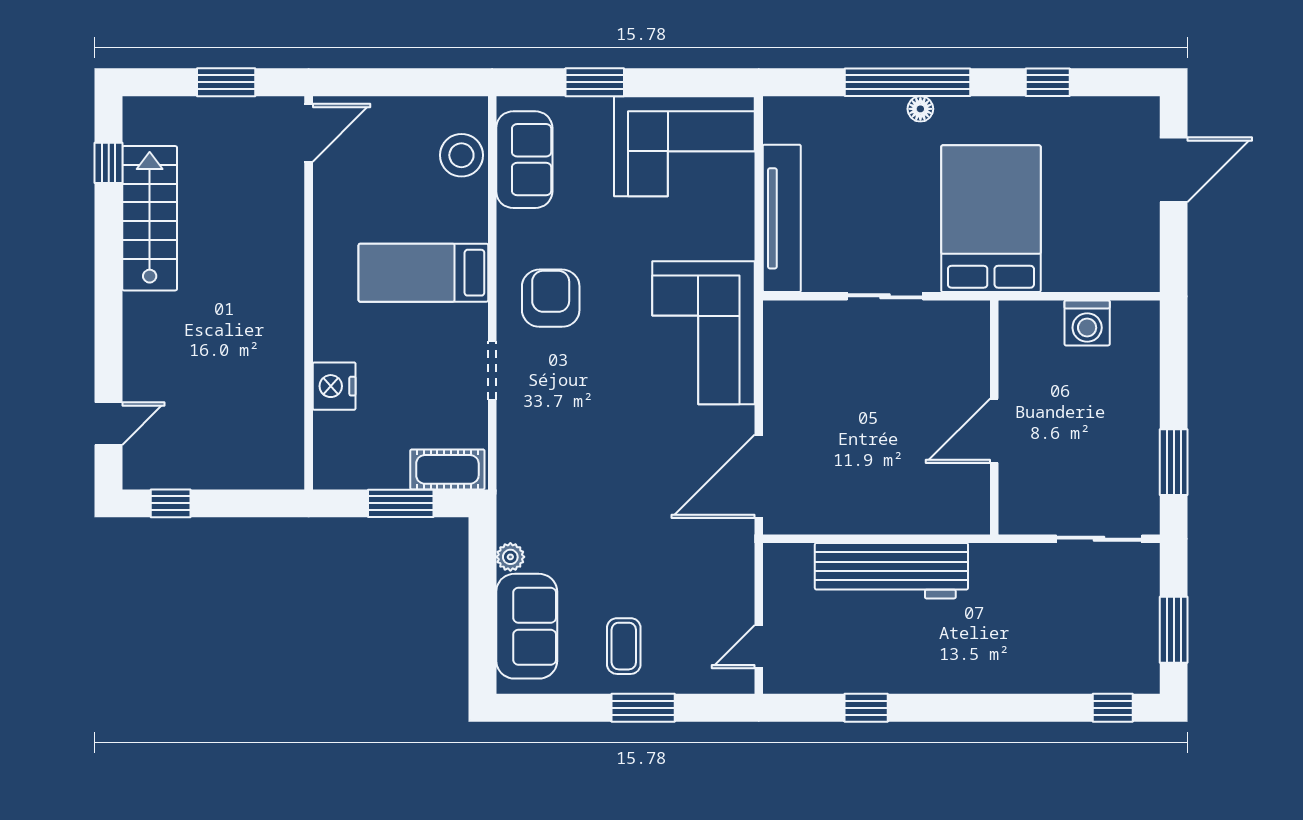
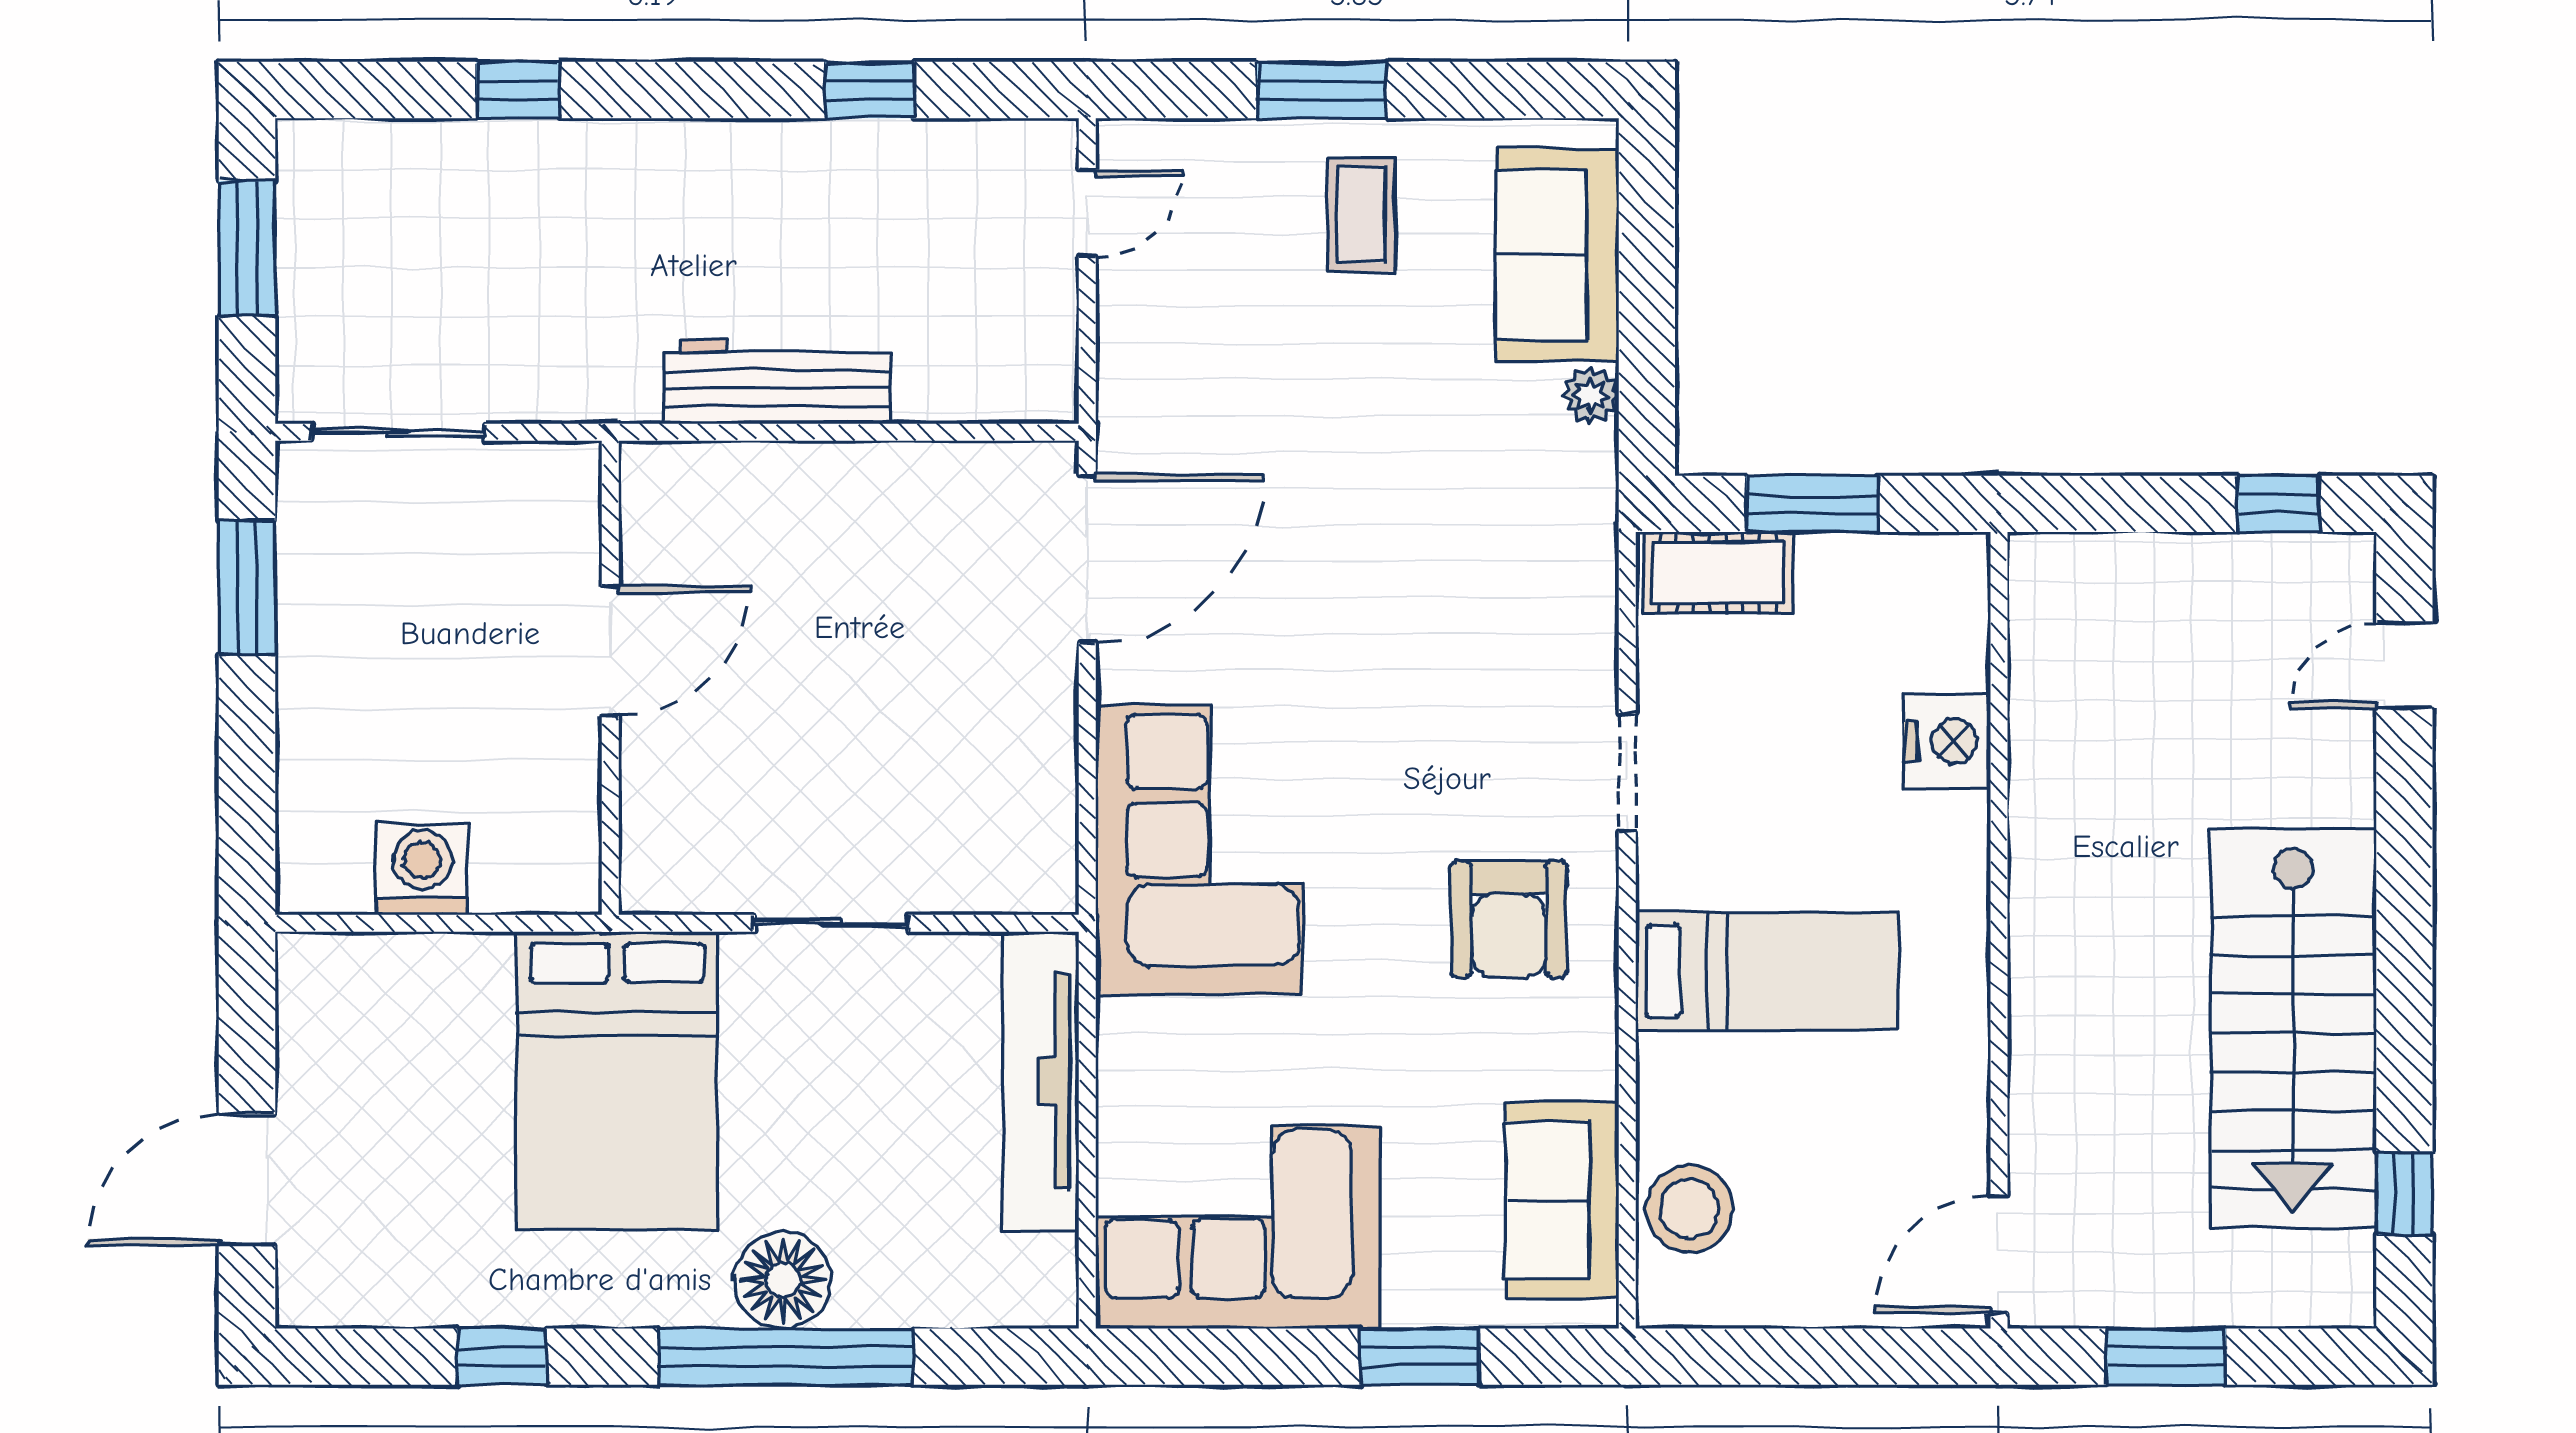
floor lamp: (920, 109) -> (783, 1280), width x1.89, depth x1.89
stairs: (150, 218) -> (2293, 1028), width x1.36, depth x1.51
workbench: (891, 571) -> (777, 381), width x0.73, depth x0.76
window: (1113, 708) -> (518, 90), moved

